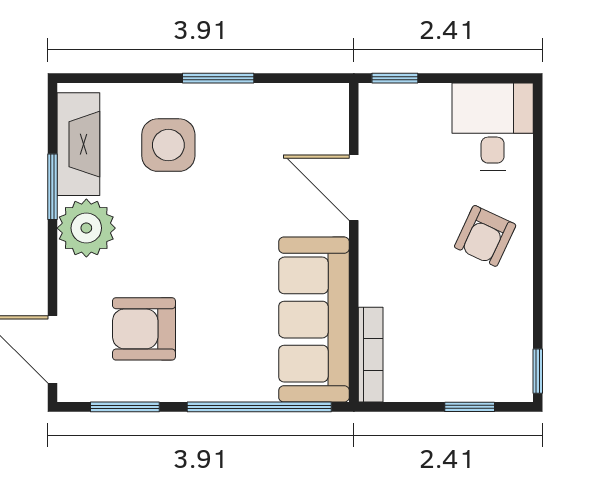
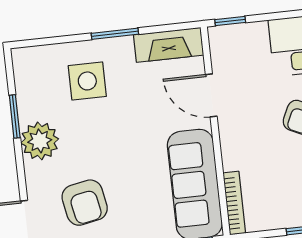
fireplace: (78, 144) -> (169, 45), moved, turned 90
armchair: (144, 329) -> (85, 203), turned -101

